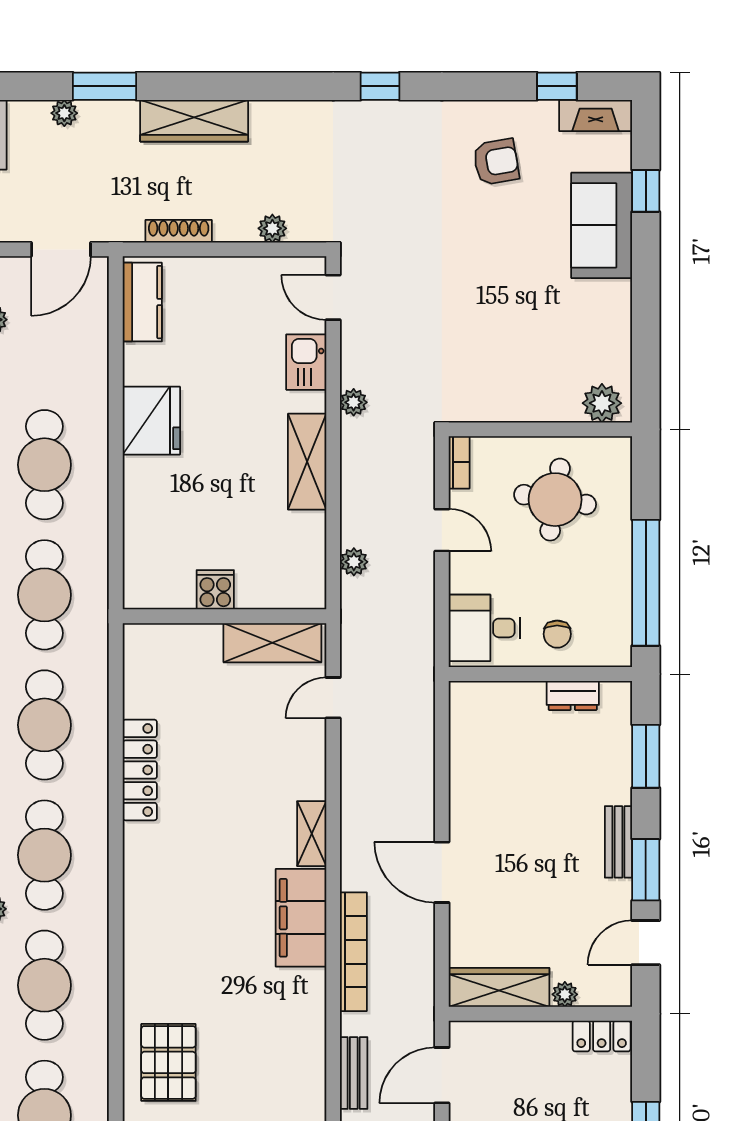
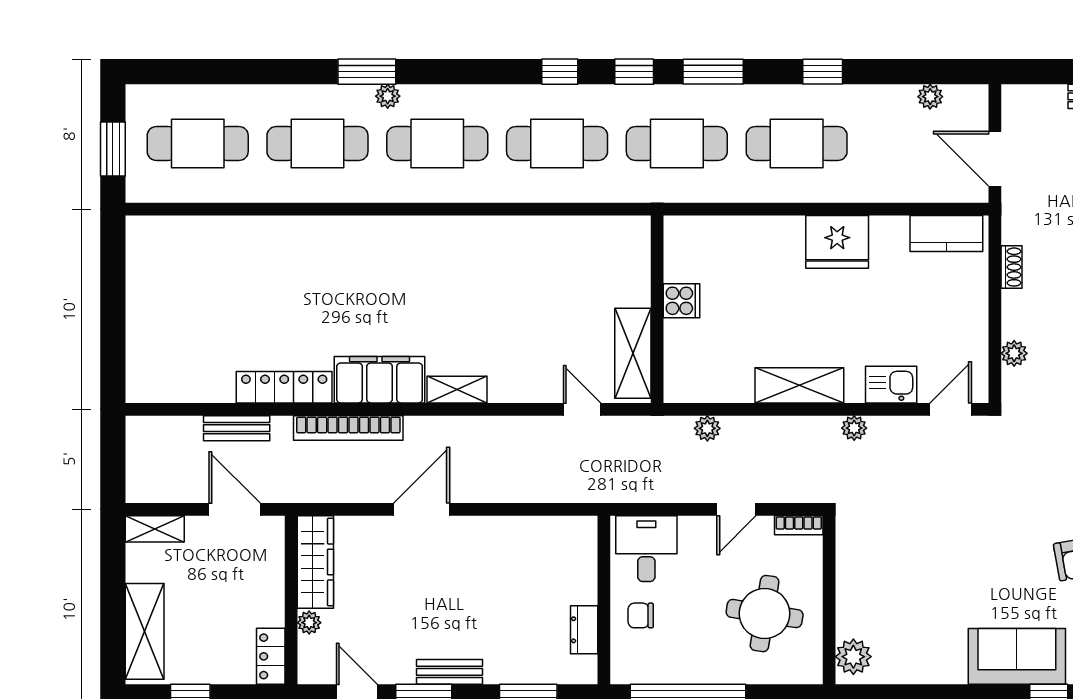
shoe rack: (179, 231) -> (1012, 267), width x0.70
locker: (140, 770) -> (284, 387), moved, turned 180
pallet: (168, 1062) -> (246, 258), removed

